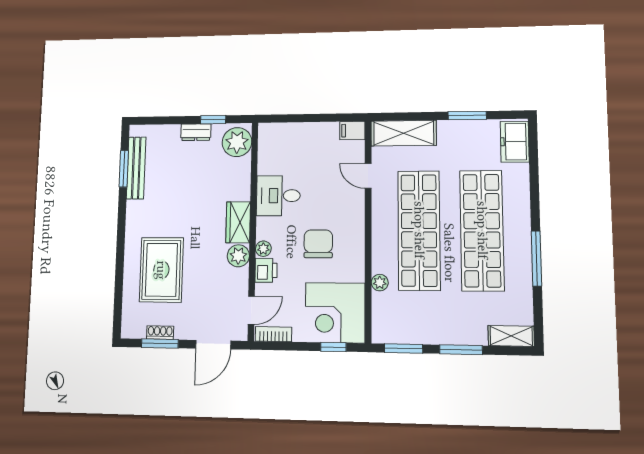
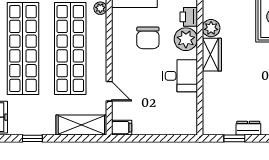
window: (467, 115) -> (32, 138), width x0.67
plant: (237, 142) -> (214, 119), removed
plant: (263, 249) -> (186, 39), width x1.88, depth x1.88

